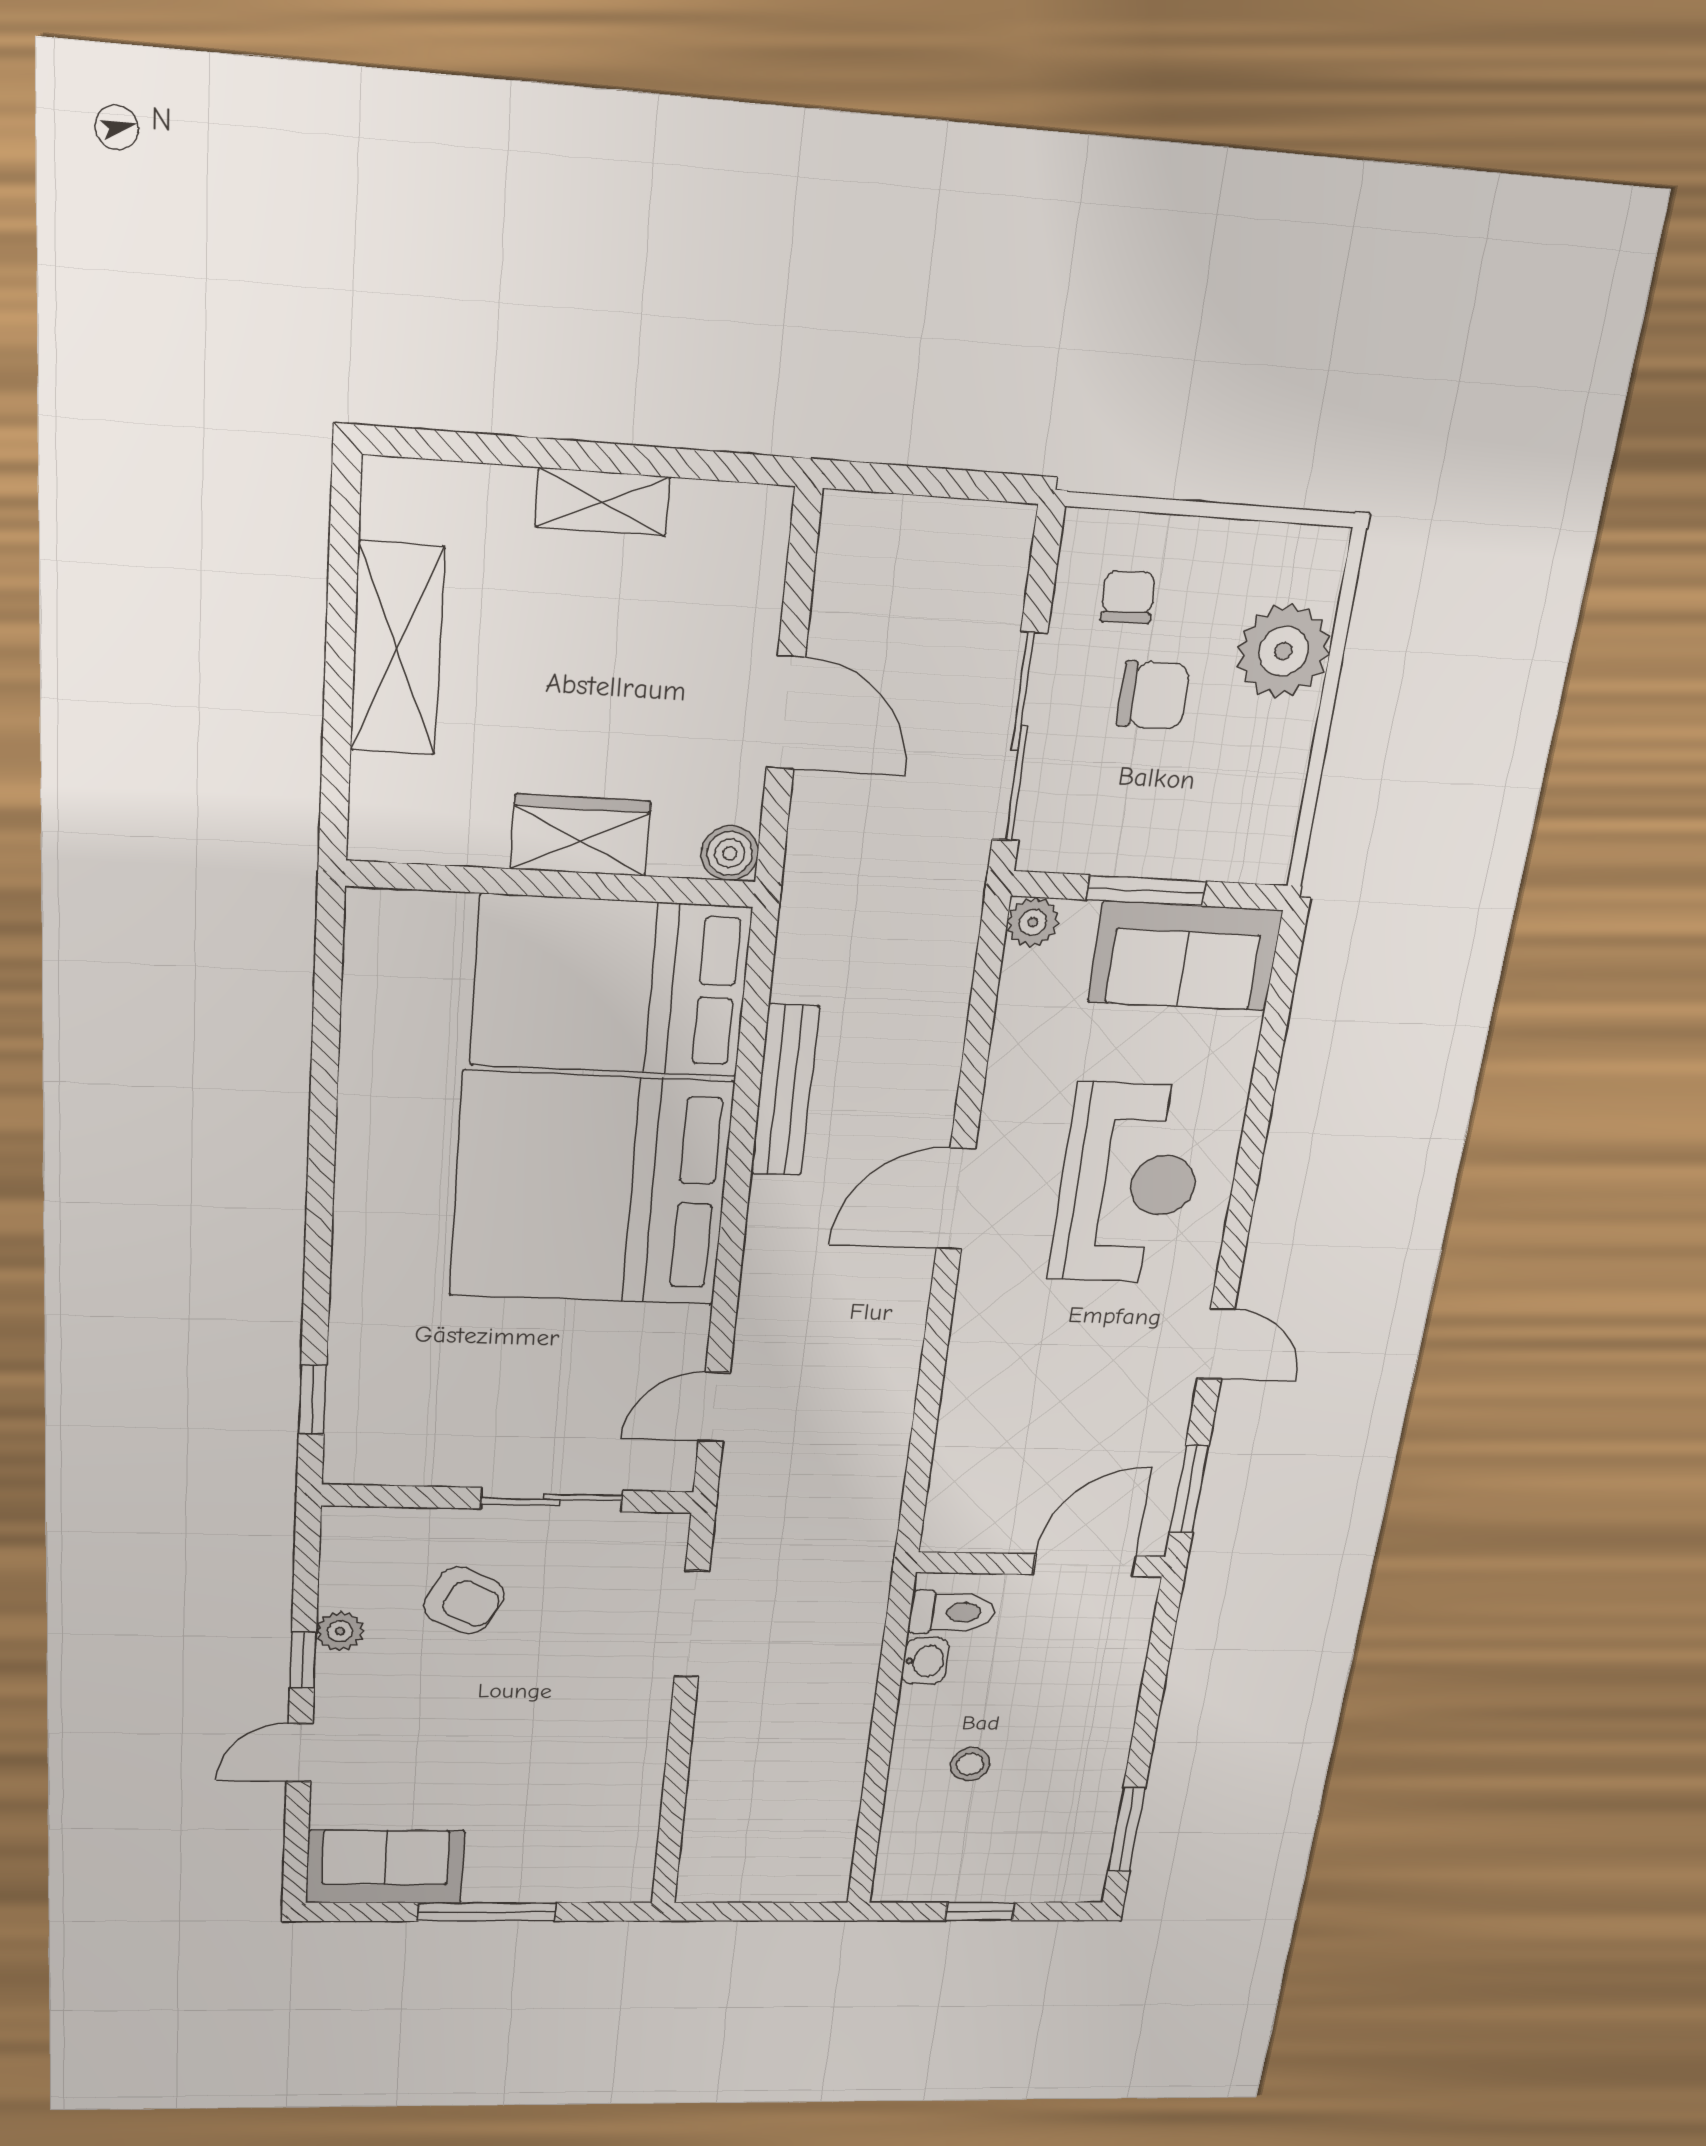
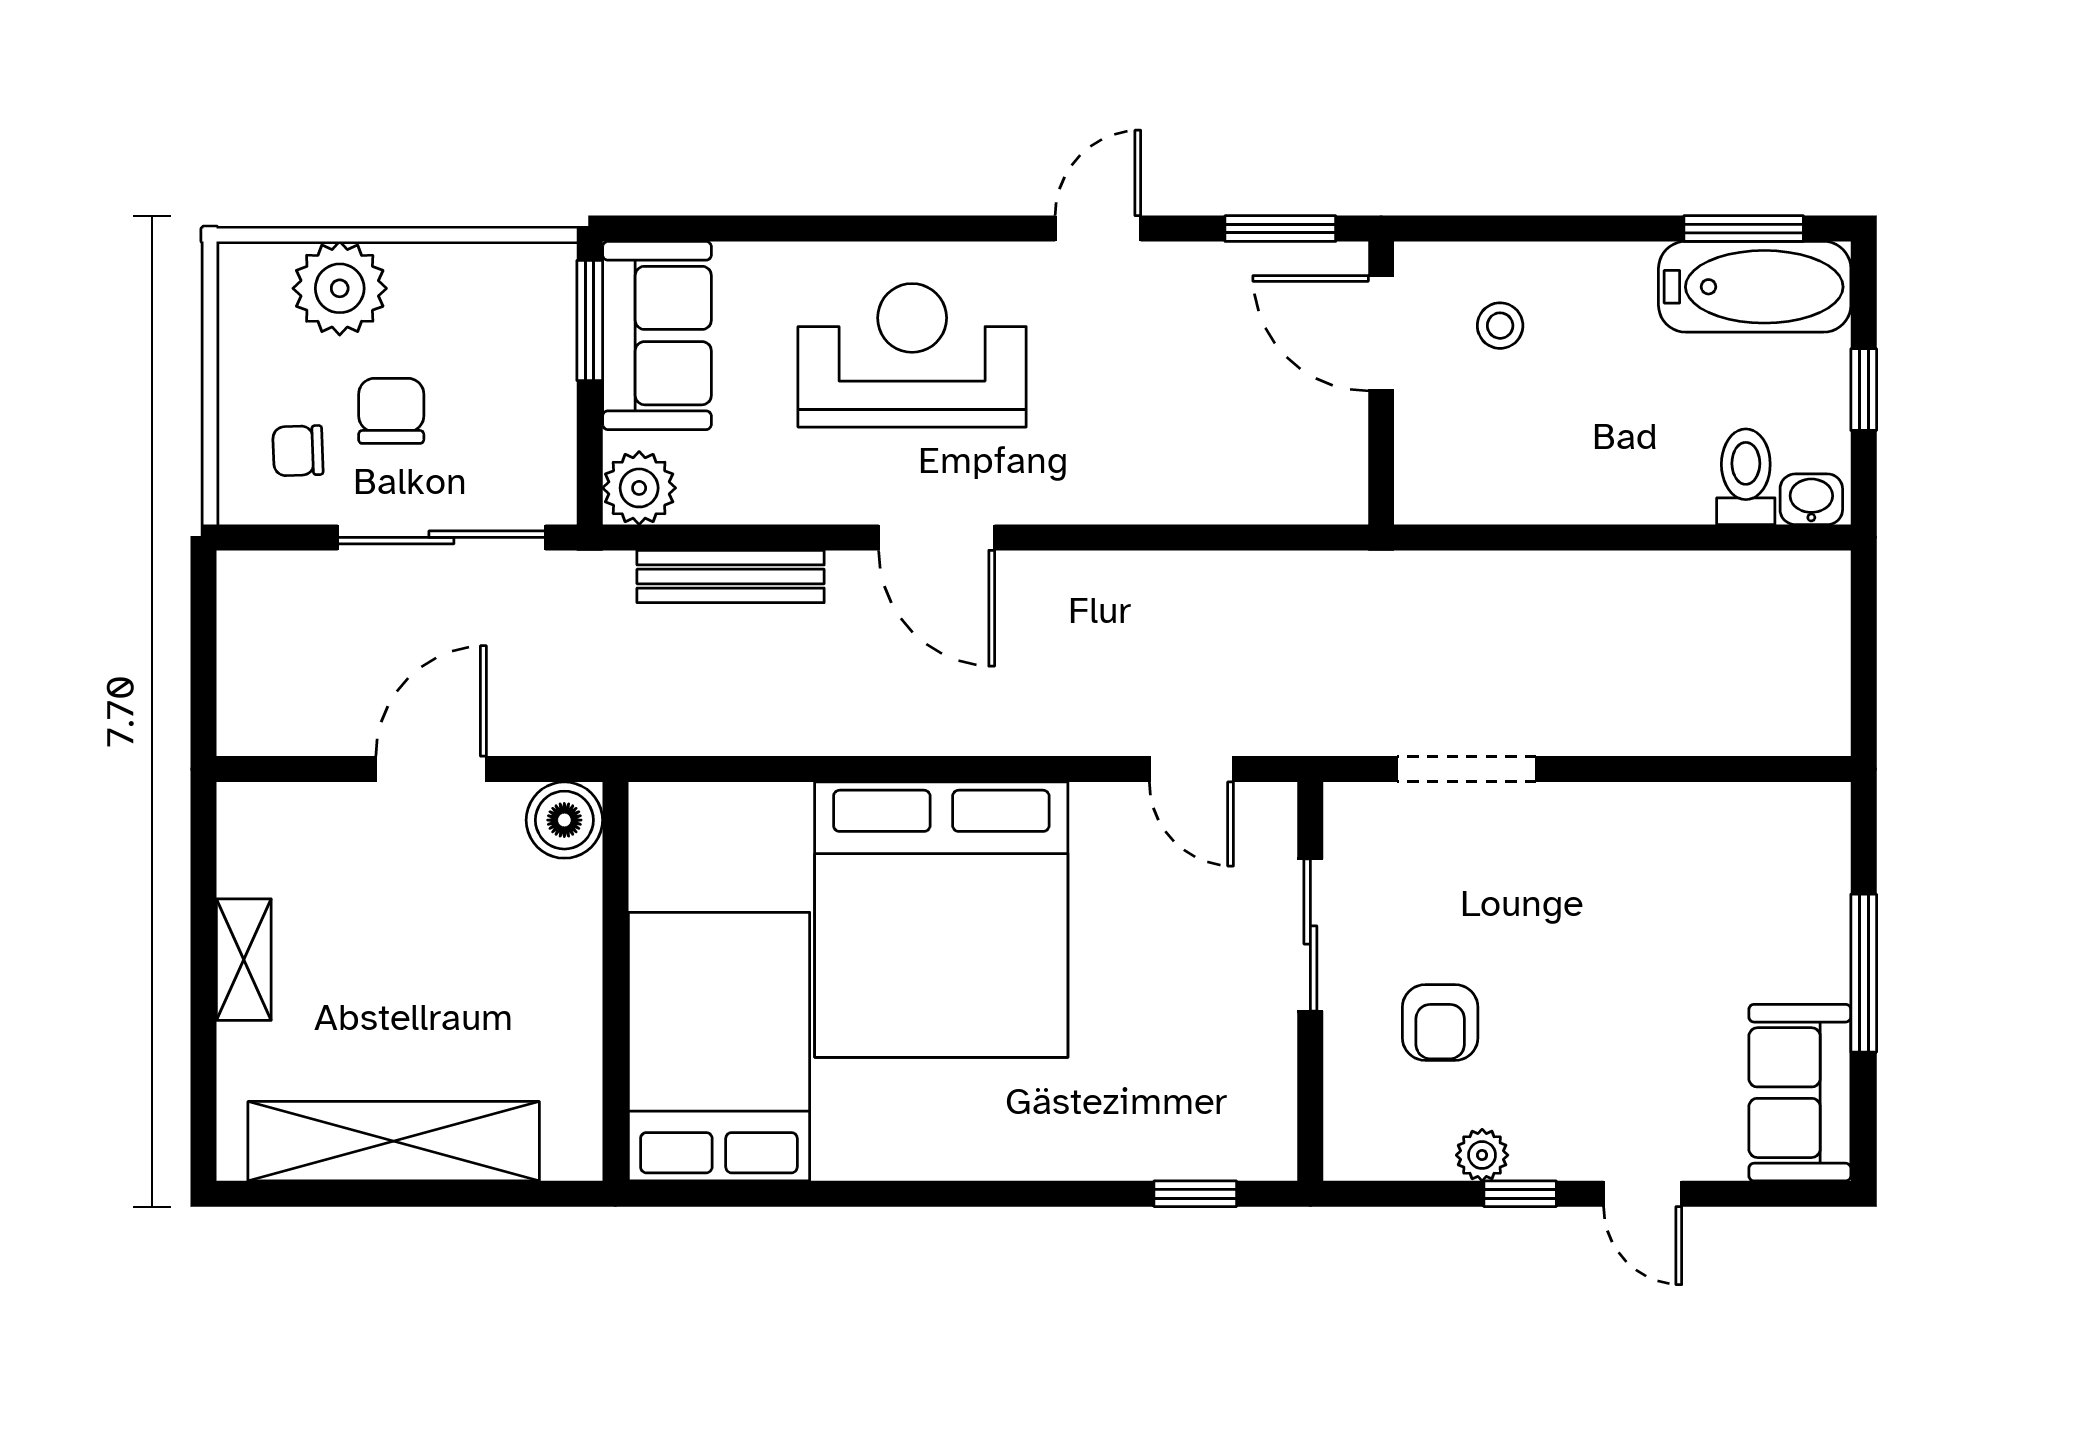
shelving: (397, 649) -> (394, 1141), width x1.47
wardrobe: (580, 835) -> (564, 957), removed
boiler: (730, 853) -> (564, 820), width x1.36, depth x1.36
window: (1146, 890) -> (590, 321), moved
plant: (1033, 922) -> (639, 488), width x1.38, depth x1.38
bed: (610, 986) -> (719, 1047), moved, turned 180
bench: (785, 1090) -> (731, 576), moved
armchair: (464, 1600) -> (1440, 1022), turned 153
toilet: (952, 1612) -> (1746, 477), moved
washbasin: (925, 1661) -> (1811, 499), moved
stool: (970, 1764) -> (1500, 326), moved
bathtub: (1077, 1837) -> (1755, 287), added

